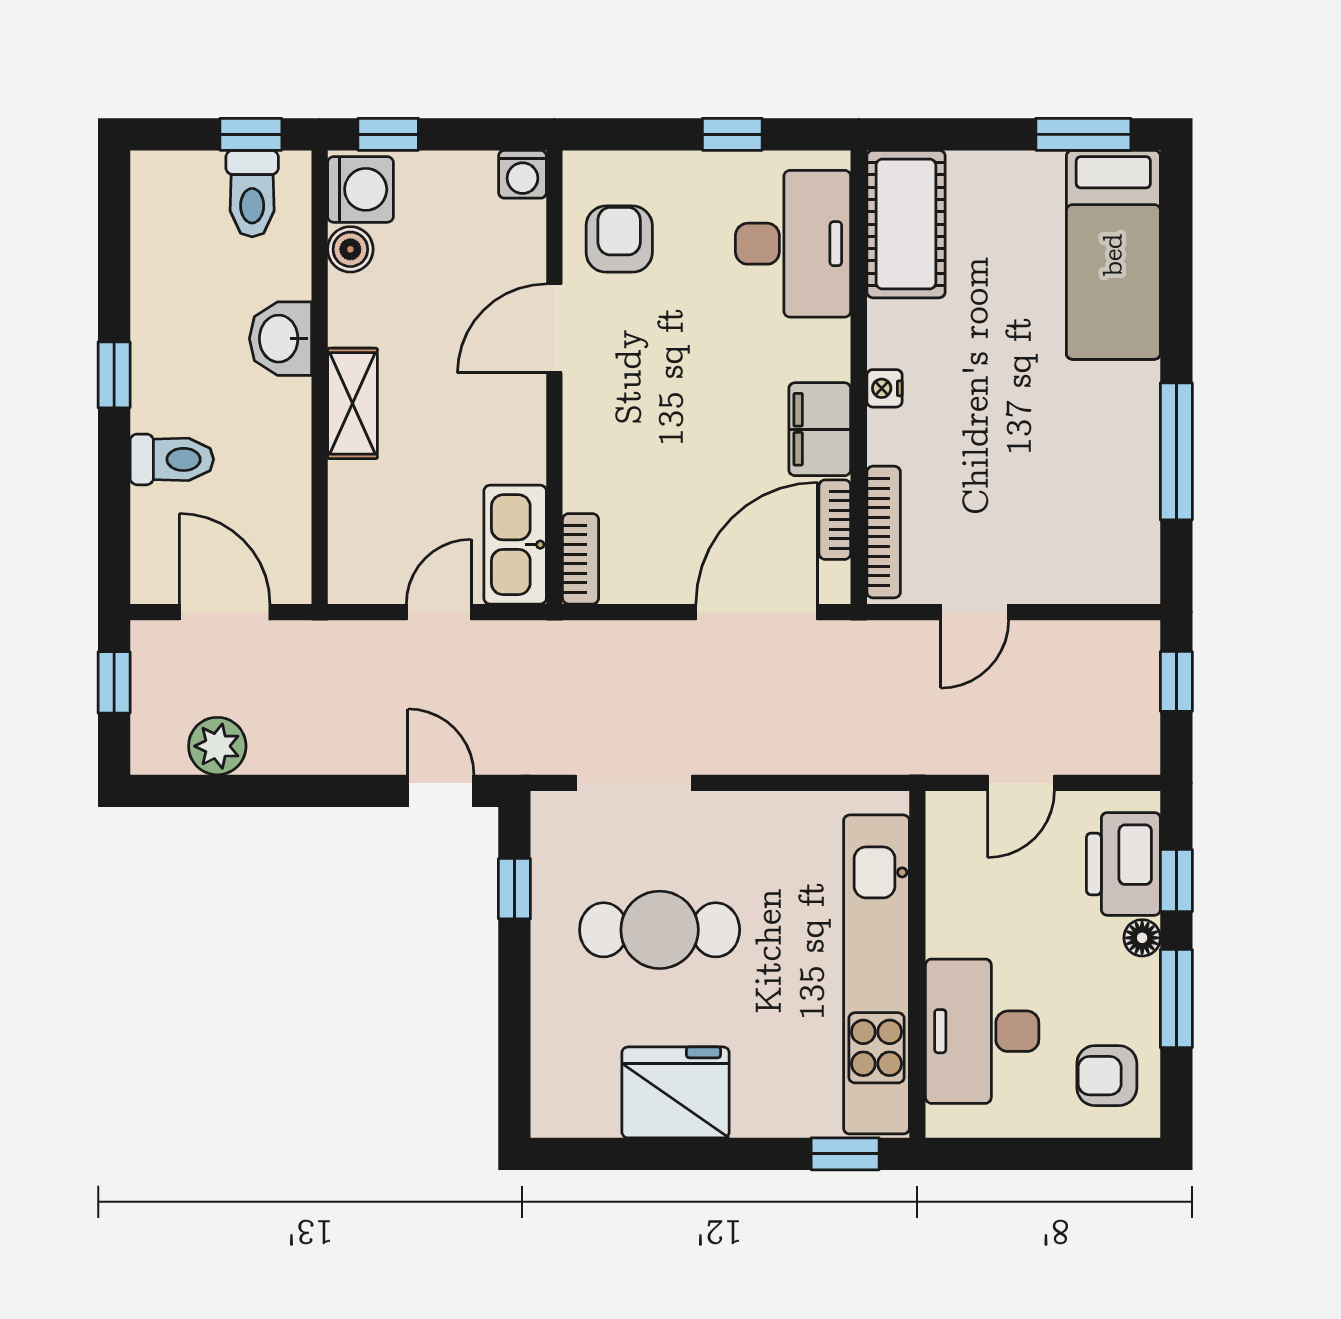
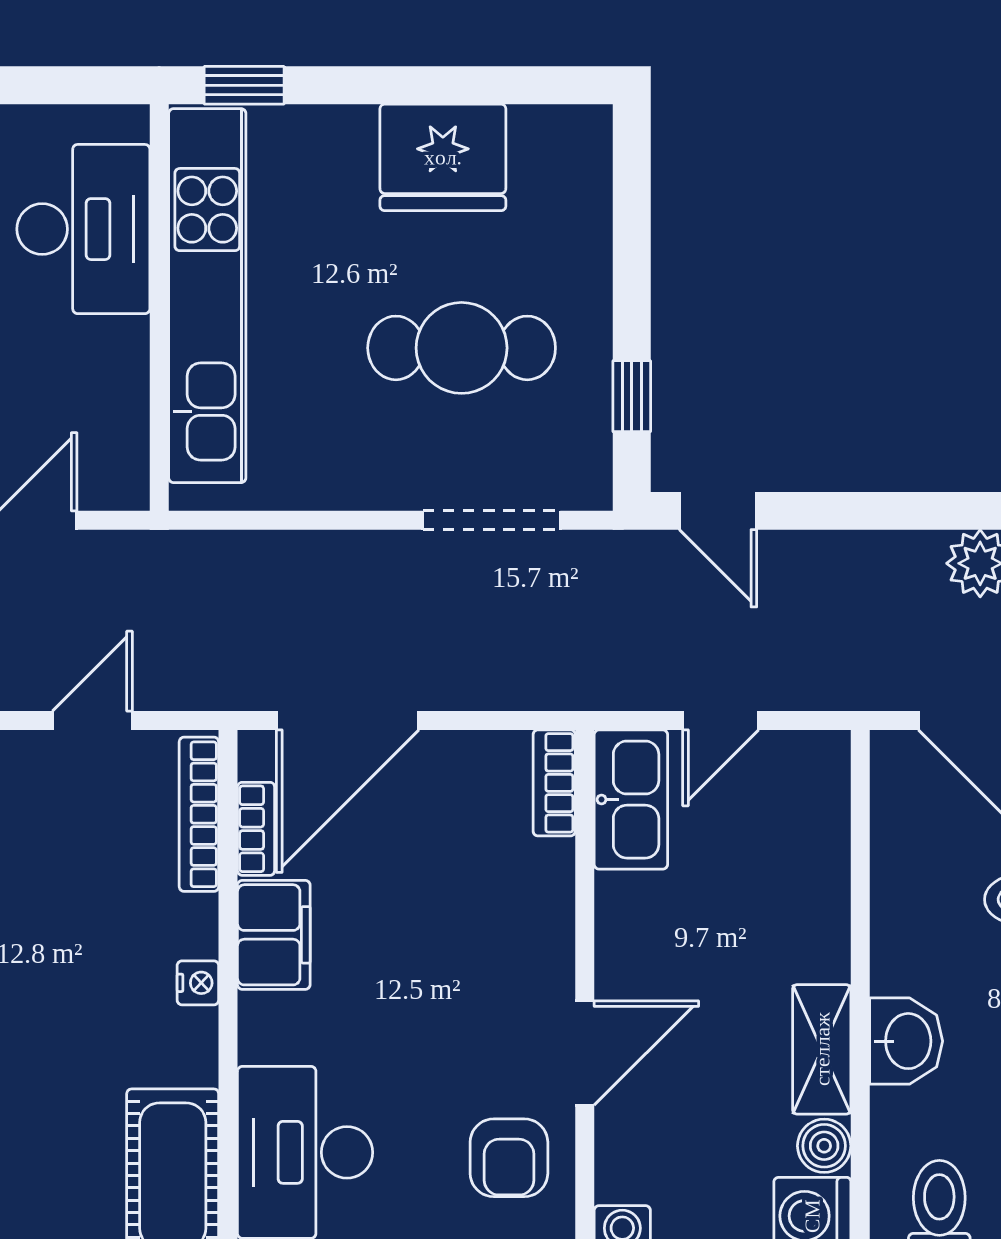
shelving: (352, 403) -> (822, 1049), moved

